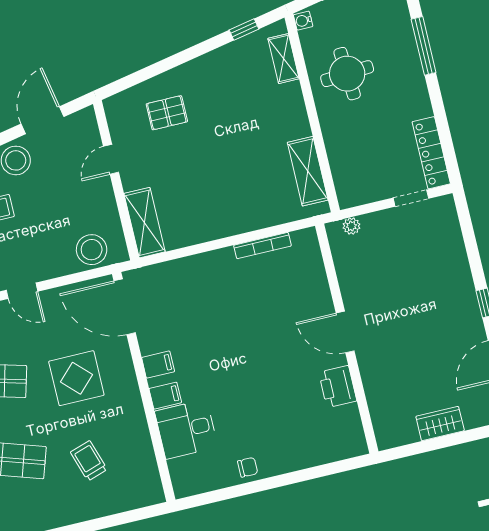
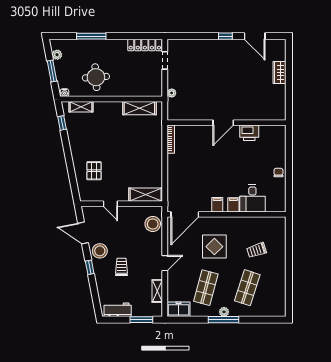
door: (345, 332) -> (223, 123), moved
wall: (347, 339) -> (227, 123), moved
printer: (338, 387) -> (249, 133), moved

